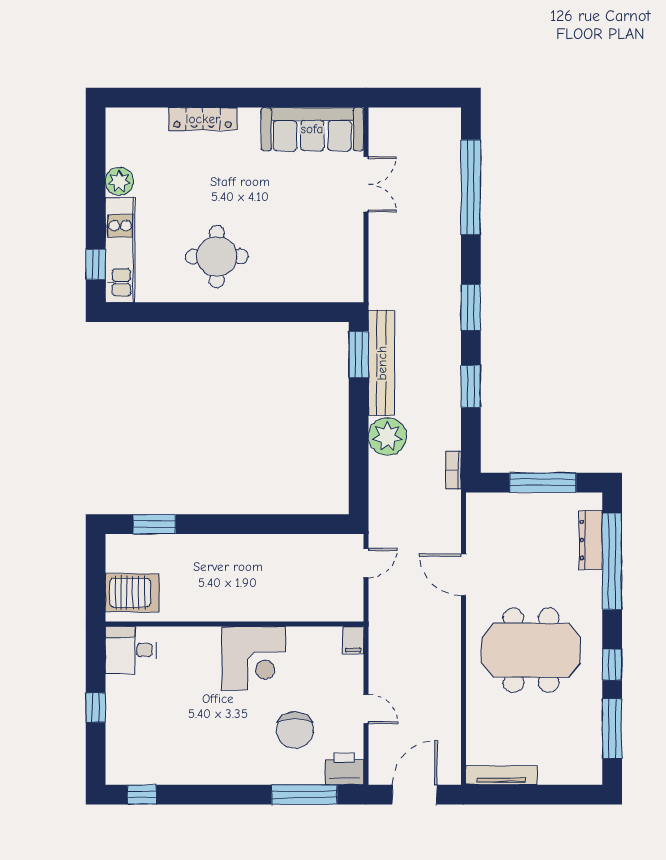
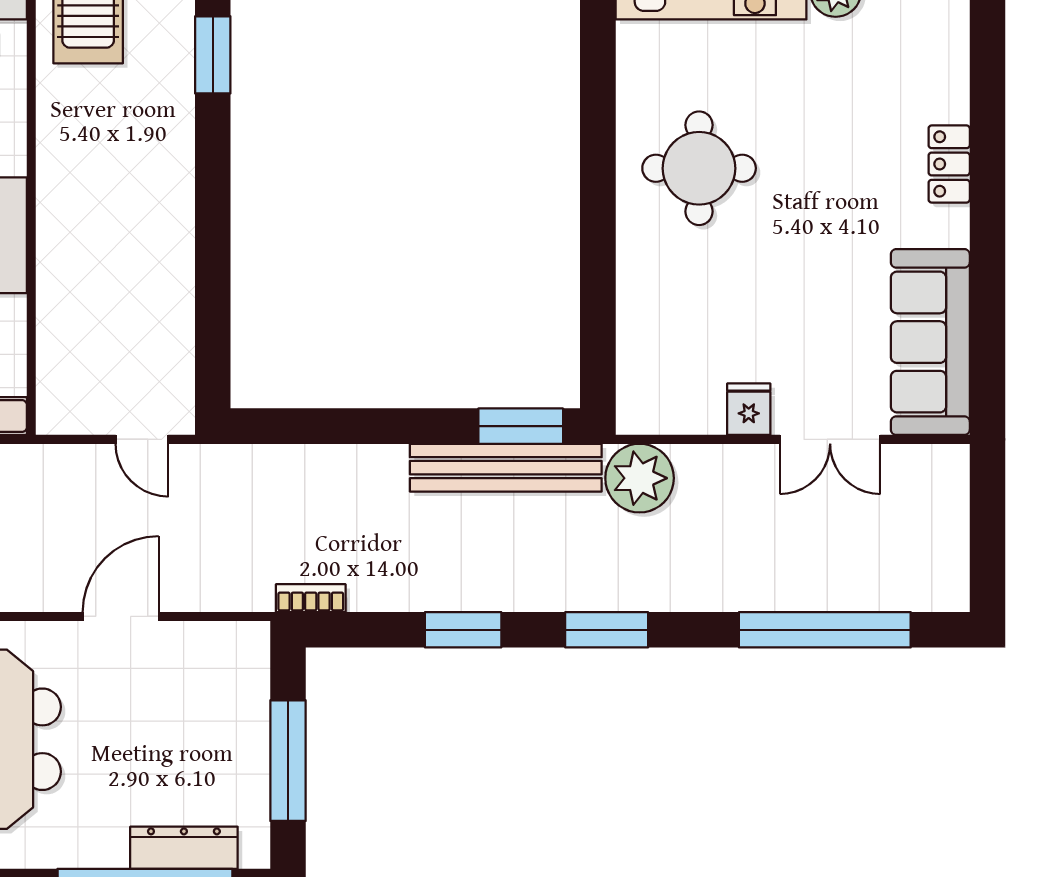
locker: (203, 119) -> (949, 164), width x0.66
fridge: (349, 229) -> (749, 409), added
plant: (387, 436) -> (640, 478), moved

